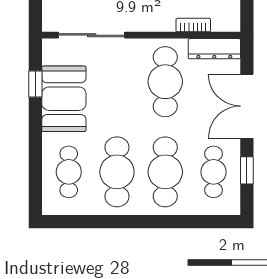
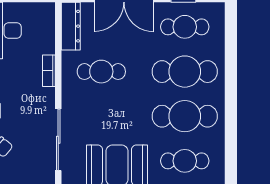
bookcase: (193, 25) -> (49, 71), moved
cafe table: (165, 82) -> (101, 72), width x0.73, depth x0.74

